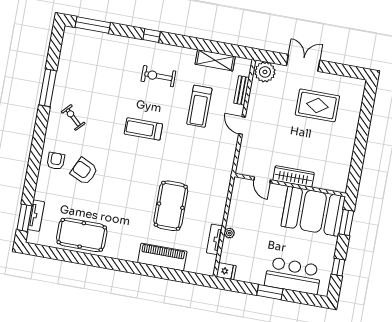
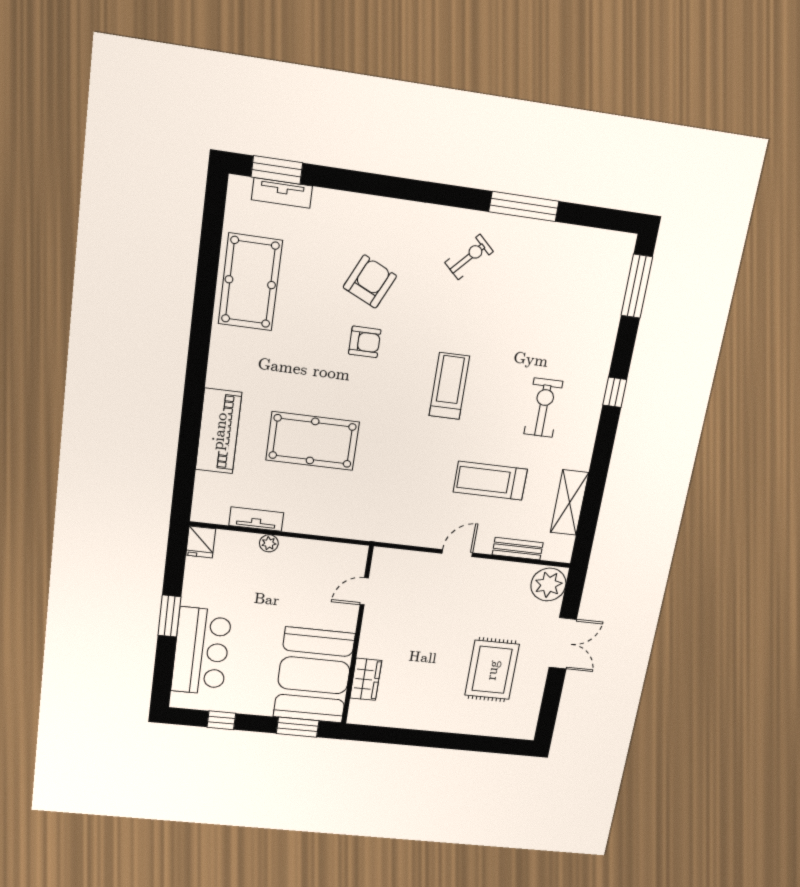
armchair: (56, 161) -> (365, 342), moved
wardrobe: (294, 176) -> (366, 679), moved, width x0.67

